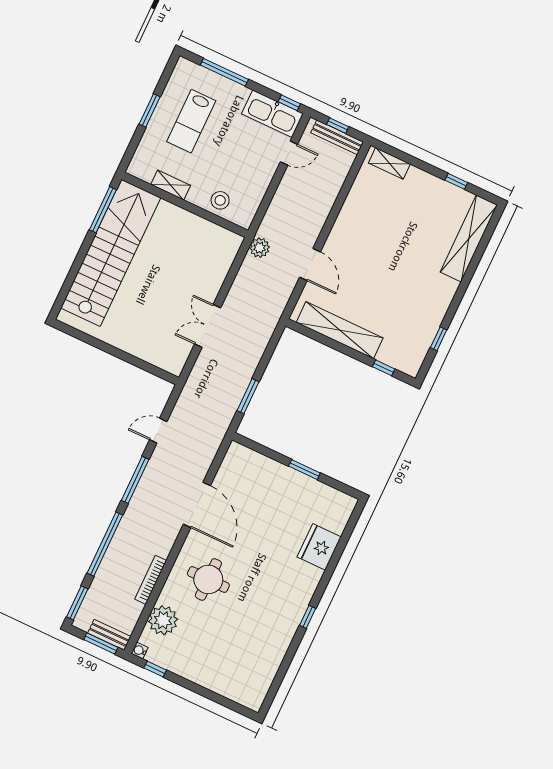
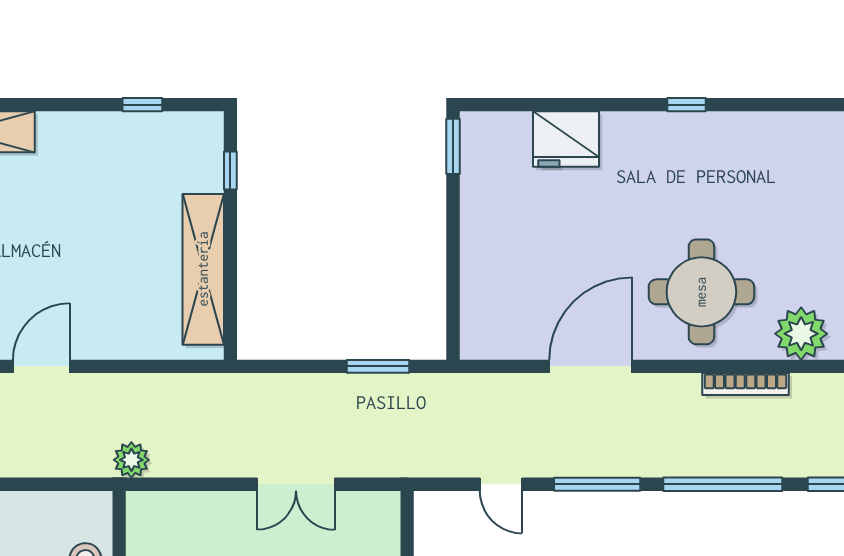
door: (310, 265) -> (41, 366), moved
window: (304, 470) -> (453, 146), moved
round table: (208, 579) -> (701, 292), width x1.36, depth x1.36

